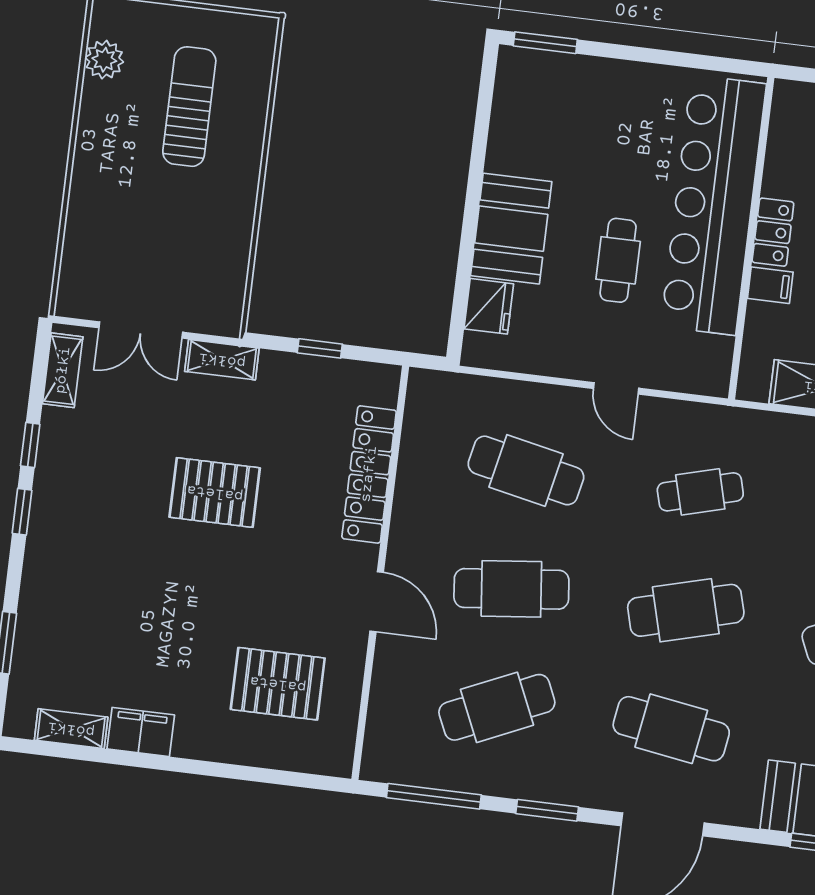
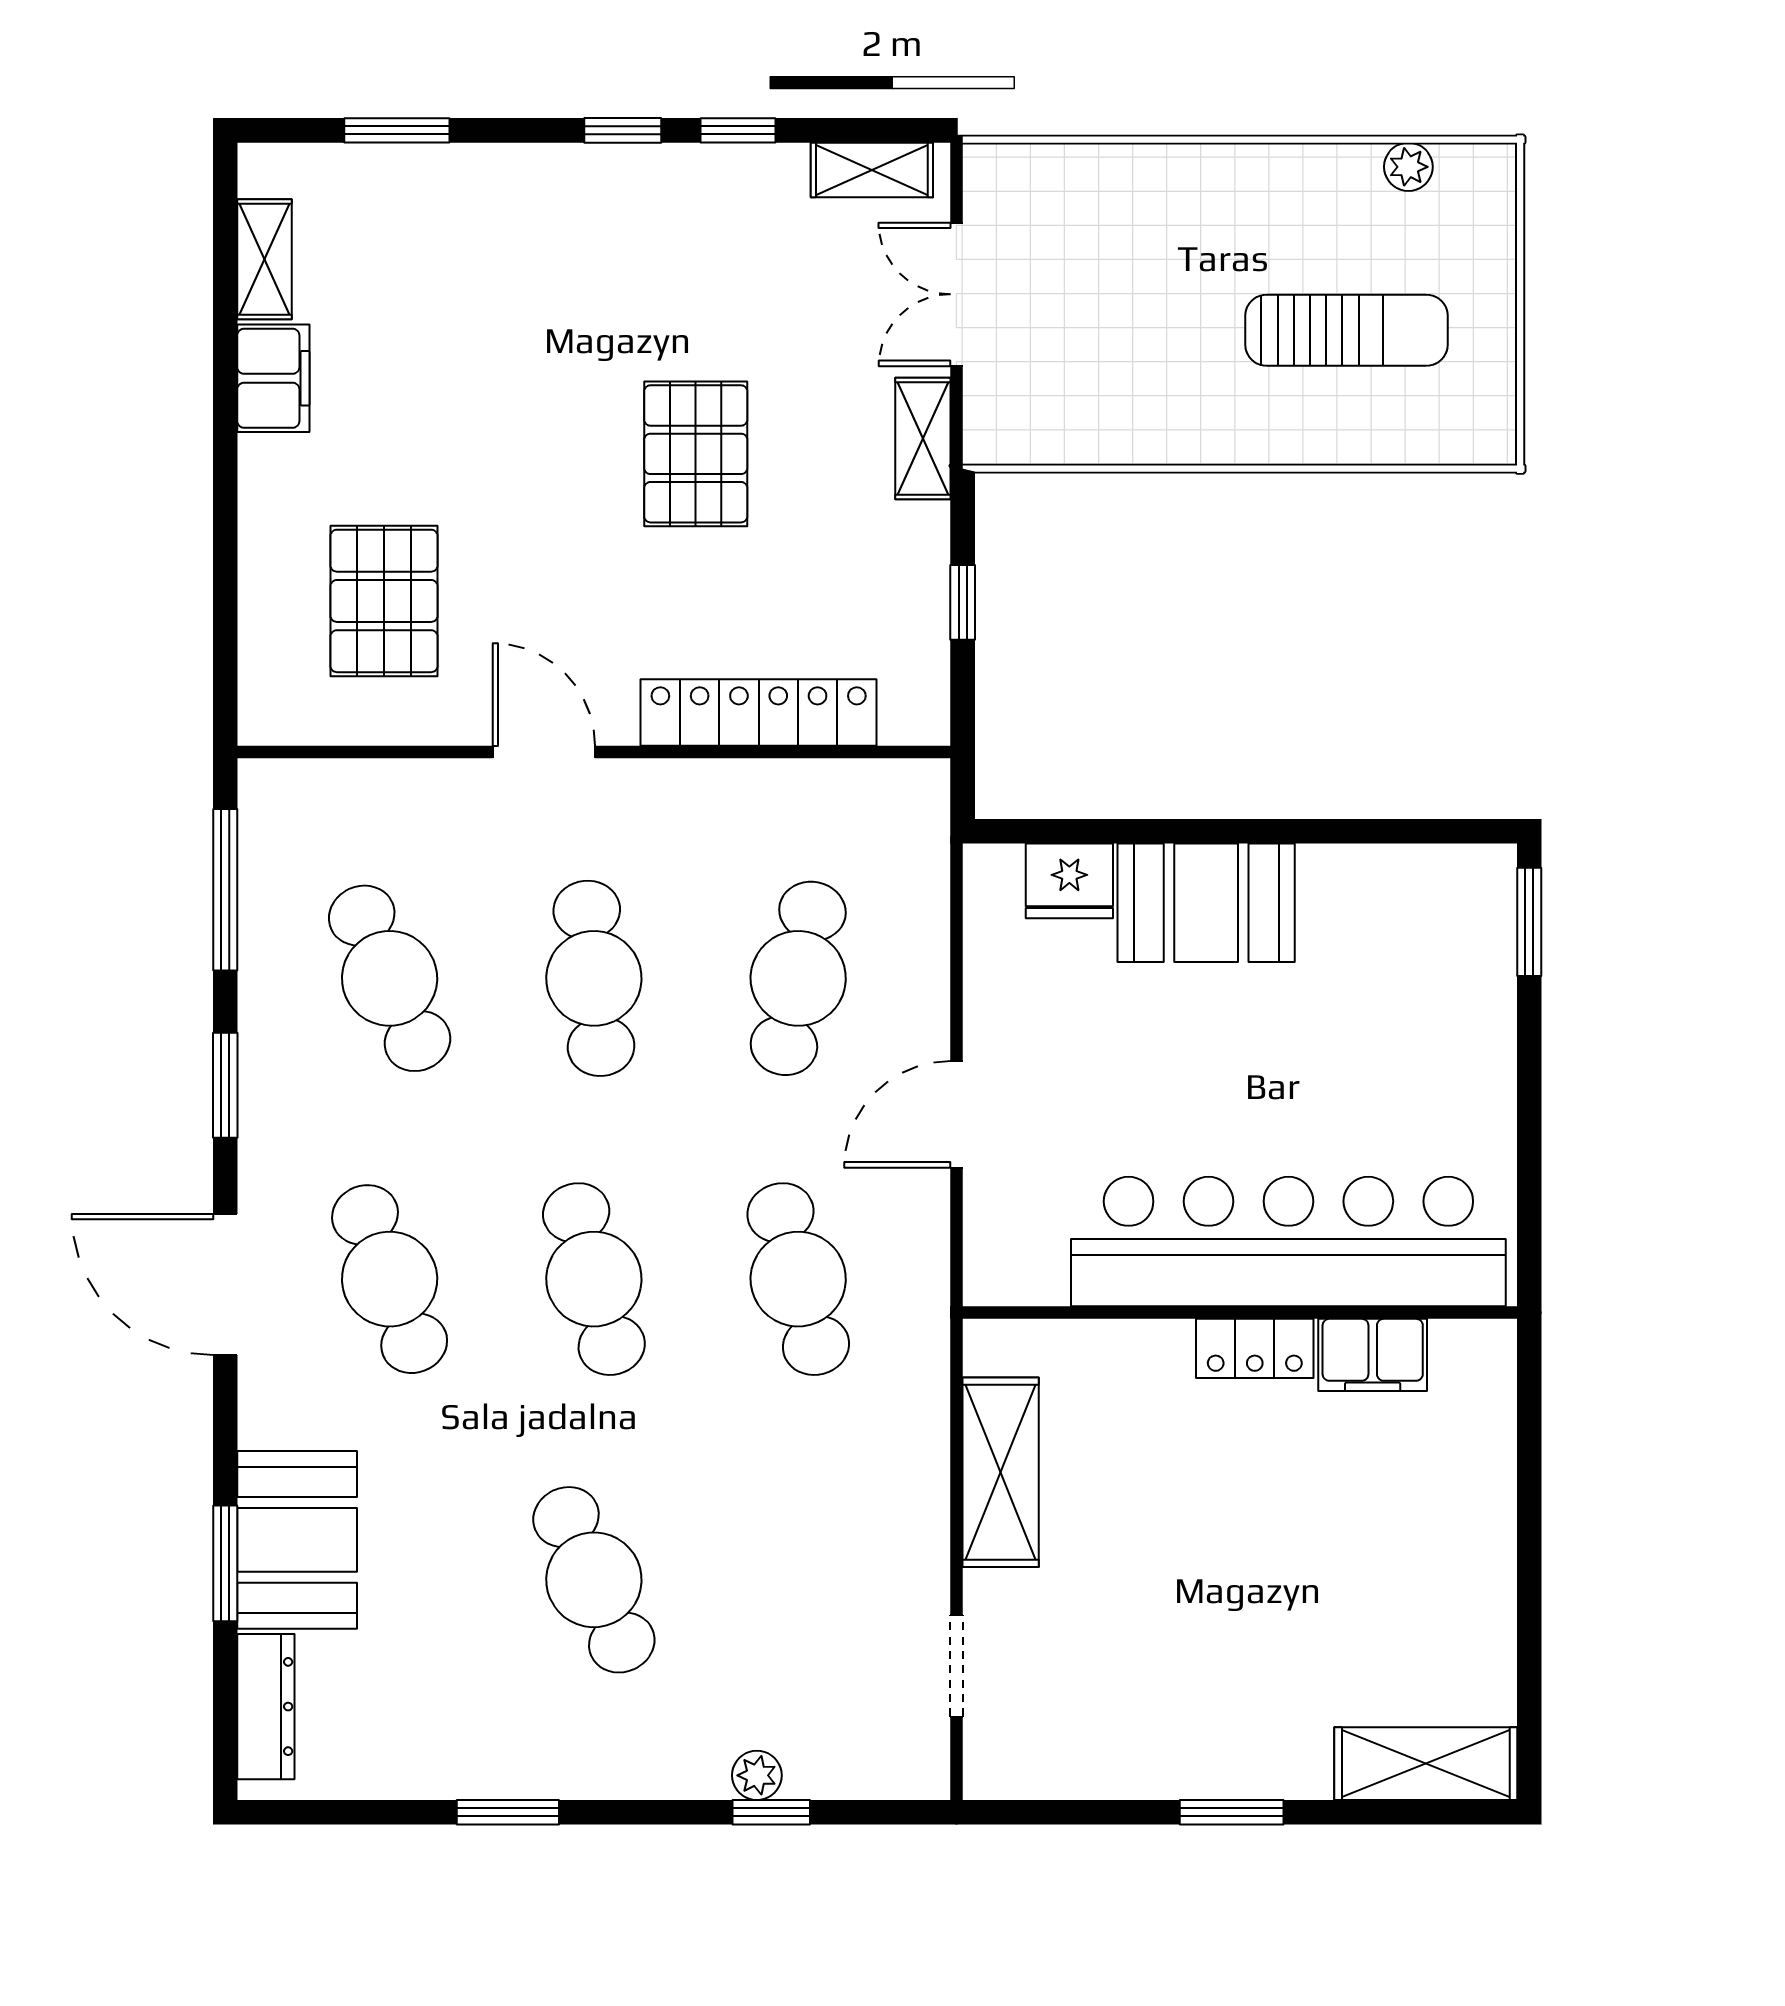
plant: (104, 60) -> (1408, 167), width x0.73, depth x0.73
cafe table: (618, 260) -> (1175, 1091), removed
filing cabinet: (770, 285) -> (1373, 1355), moved, width x2.00
door: (616, 388) -> (956, 1114), width x1.38
cafe table: (700, 492) -> (798, 1279), width x1.37, depth x1.35
door: (377, 602) -> (544, 752), swing flipped
cafe table: (671, 729) -> (390, 1279), turned -30

